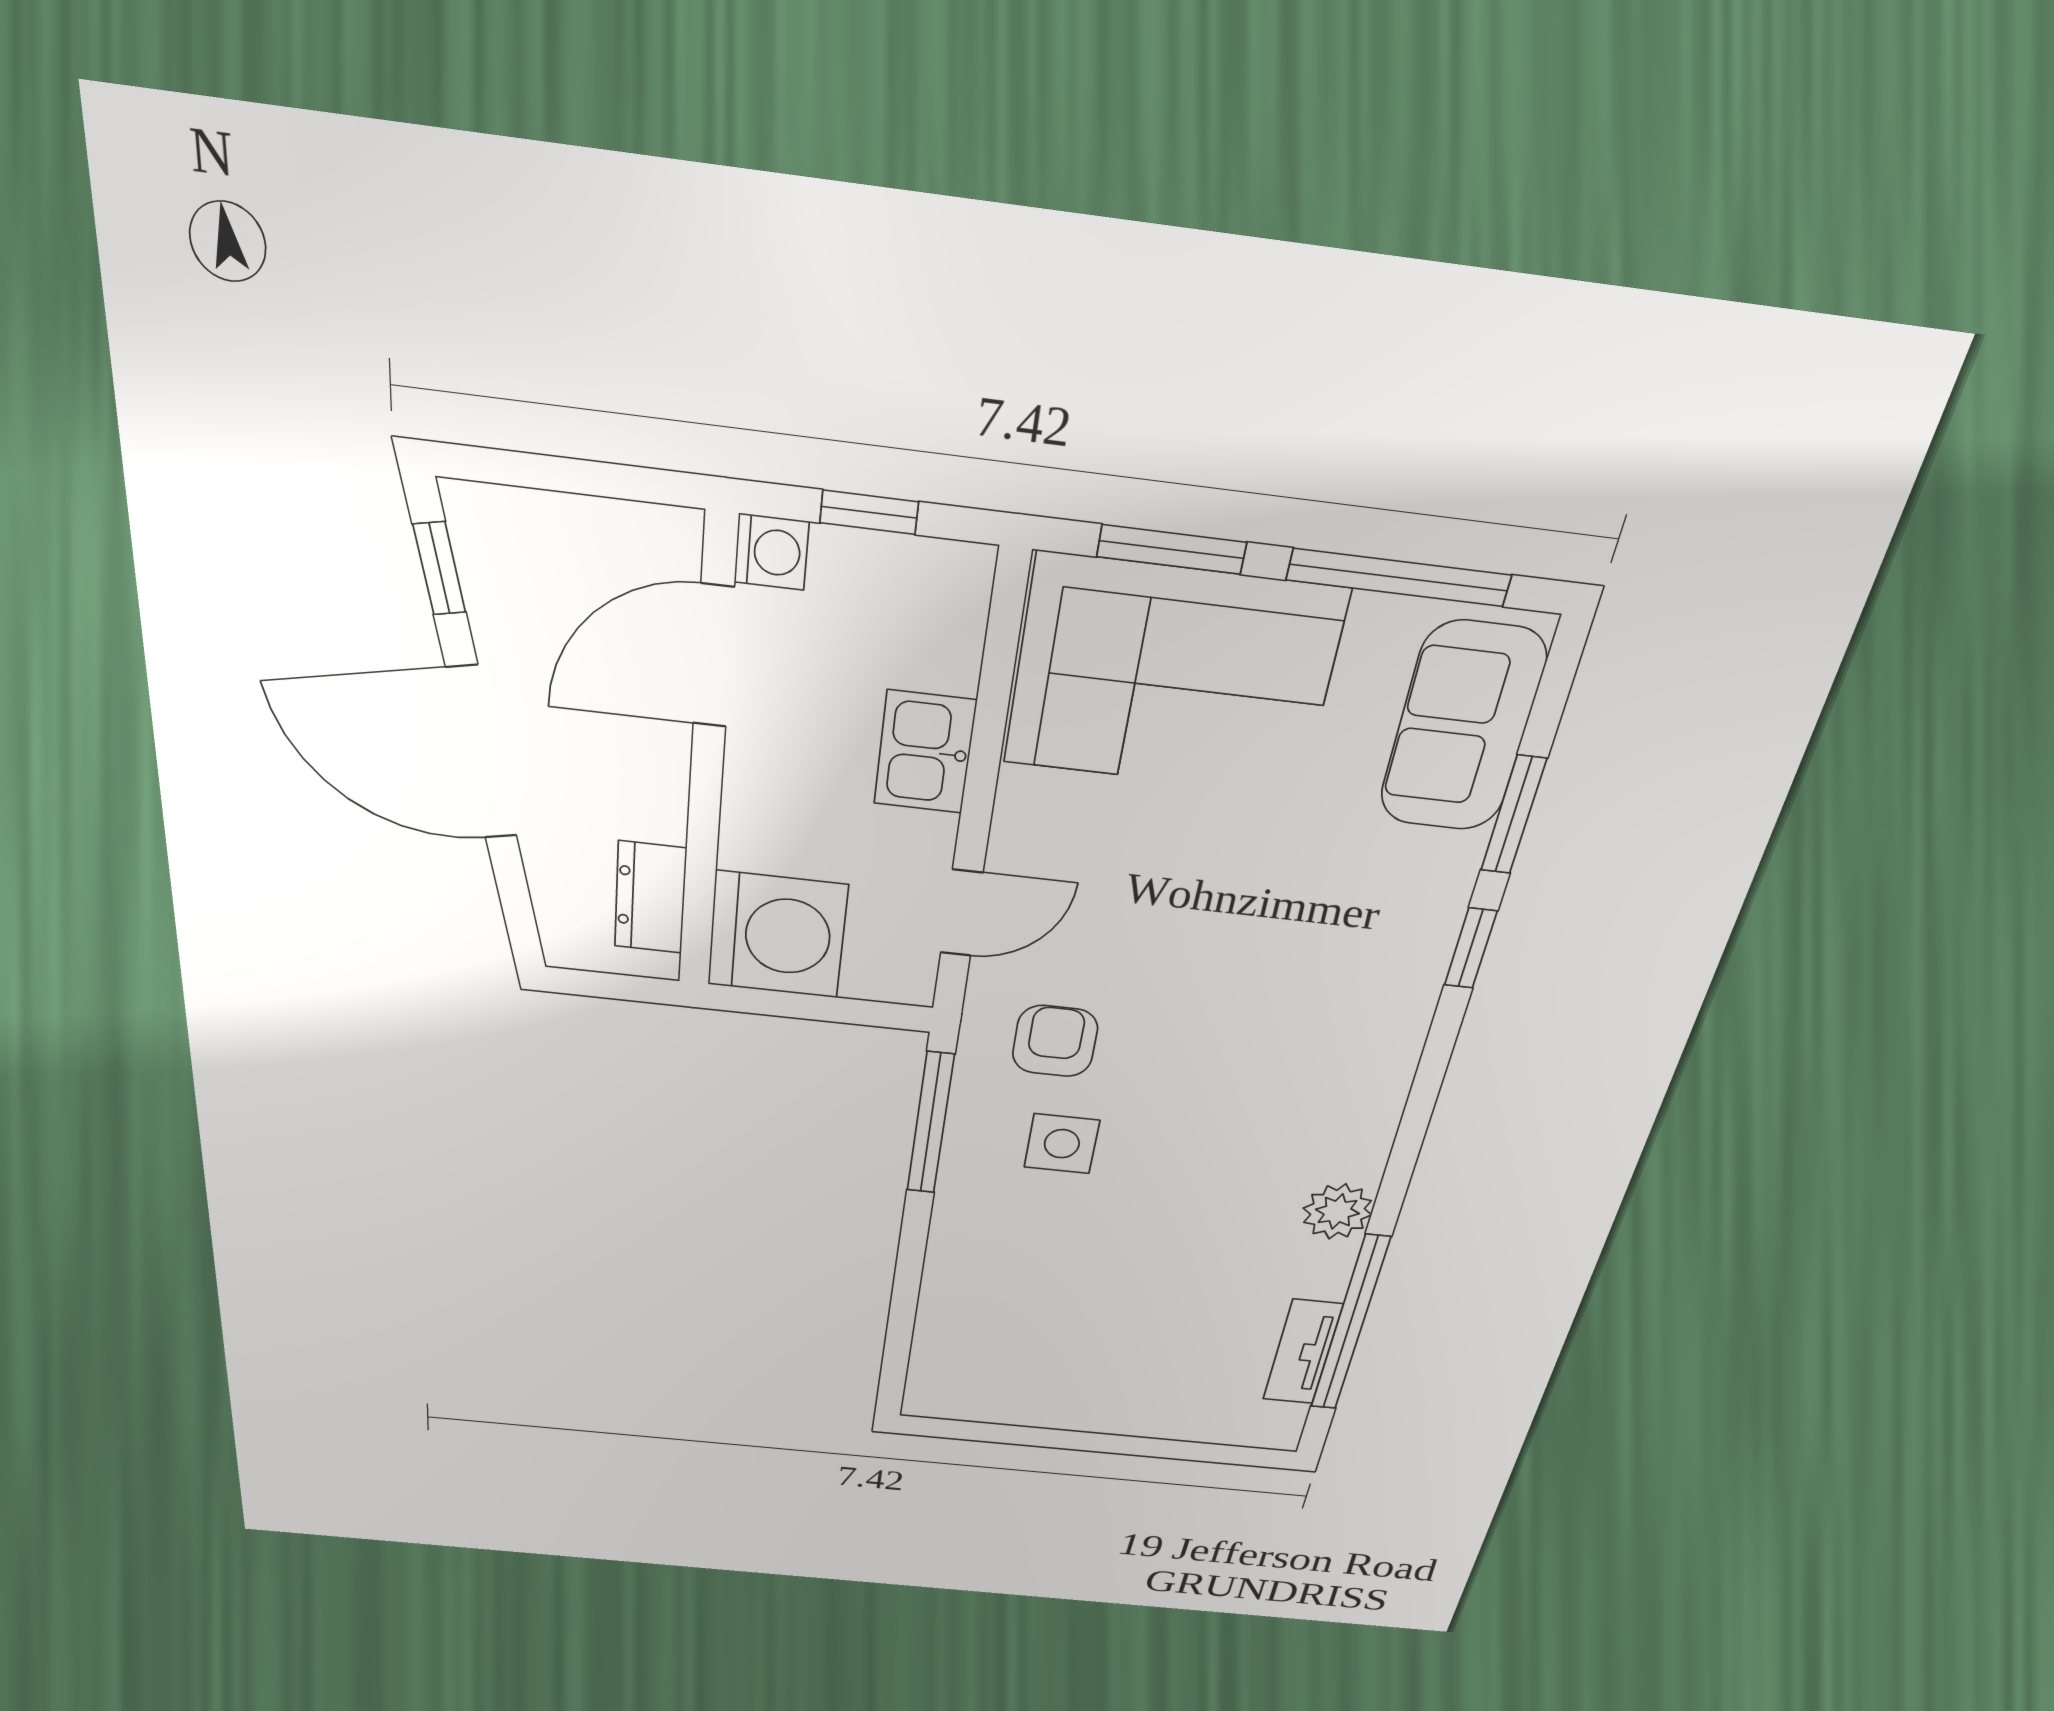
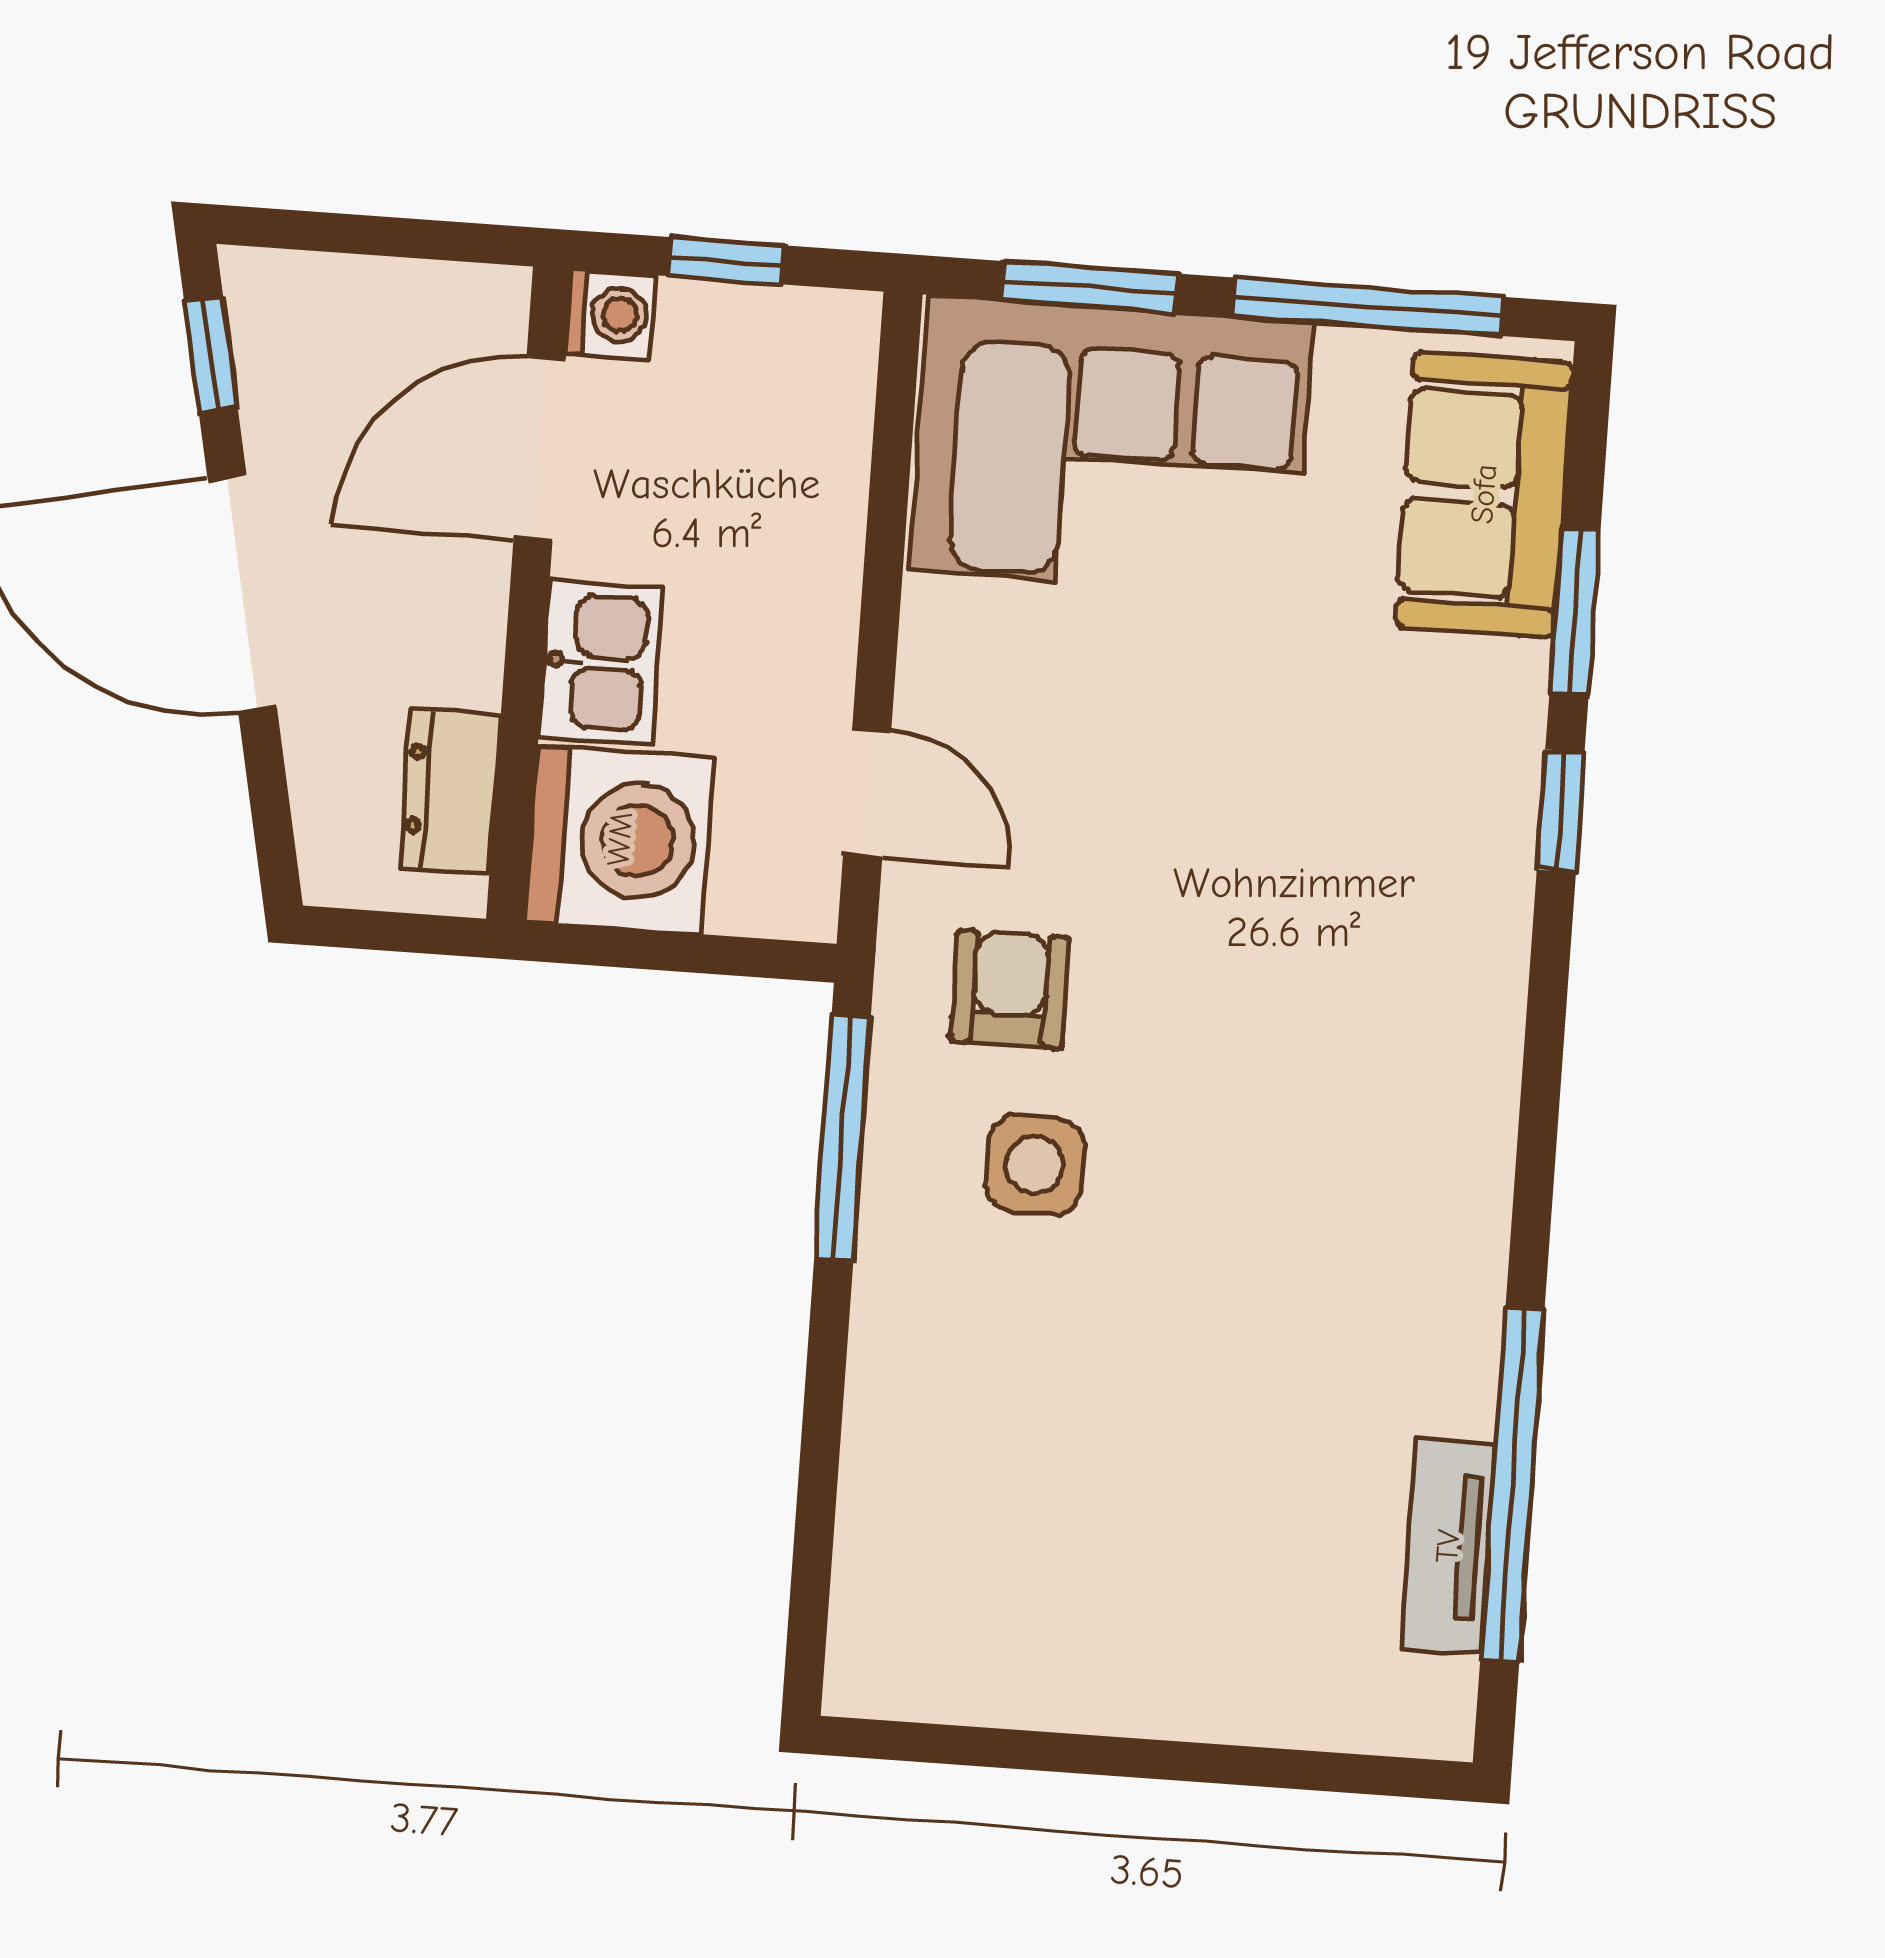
kitchen sink: (925, 752) -> (601, 663), moved, turned 180
door: (962, 913) -> (867, 793), hinge flipped
plant: (1337, 1212) -> (1456, 1267), removed

